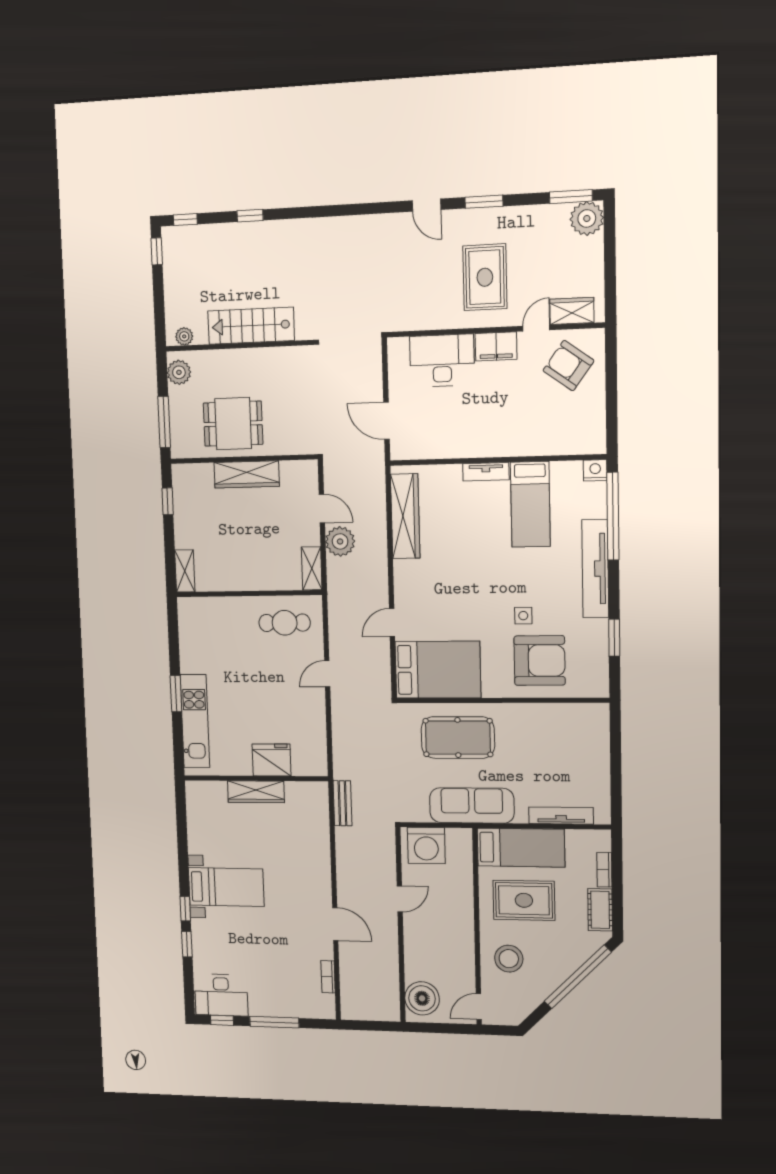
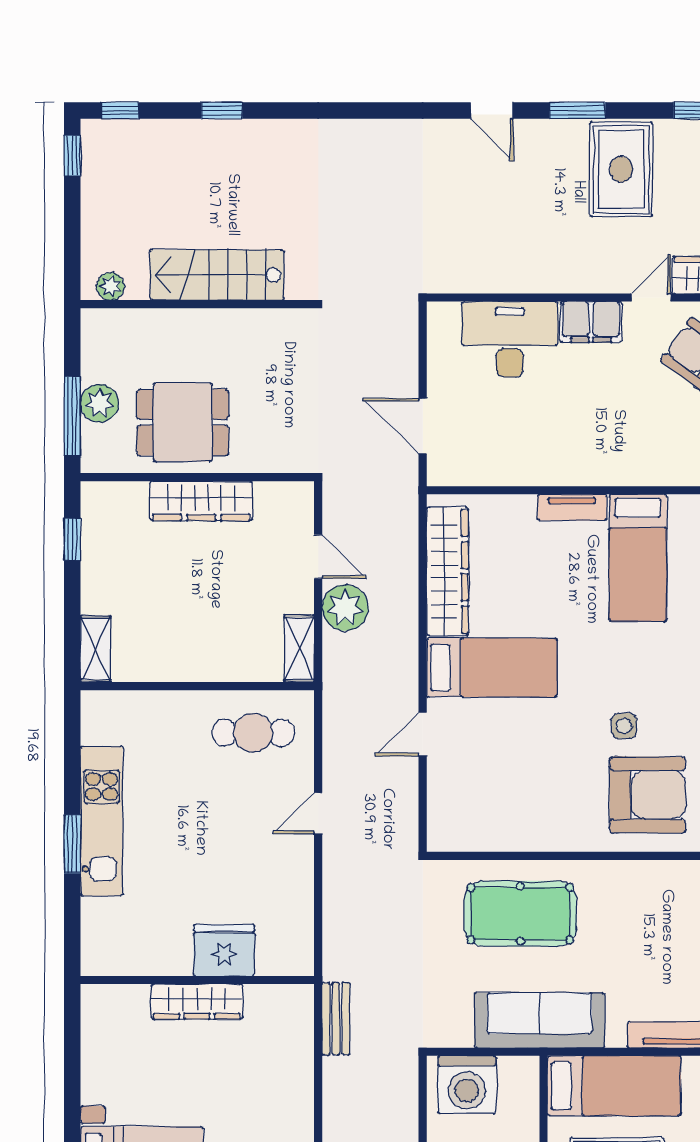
rug: (485, 277) -> (621, 169), moved
plant: (179, 372) -> (99, 403), moved
bed: (438, 670) -> (492, 668), moved, width x0.67
kitchen unit: (195, 721) -> (102, 821), moved

